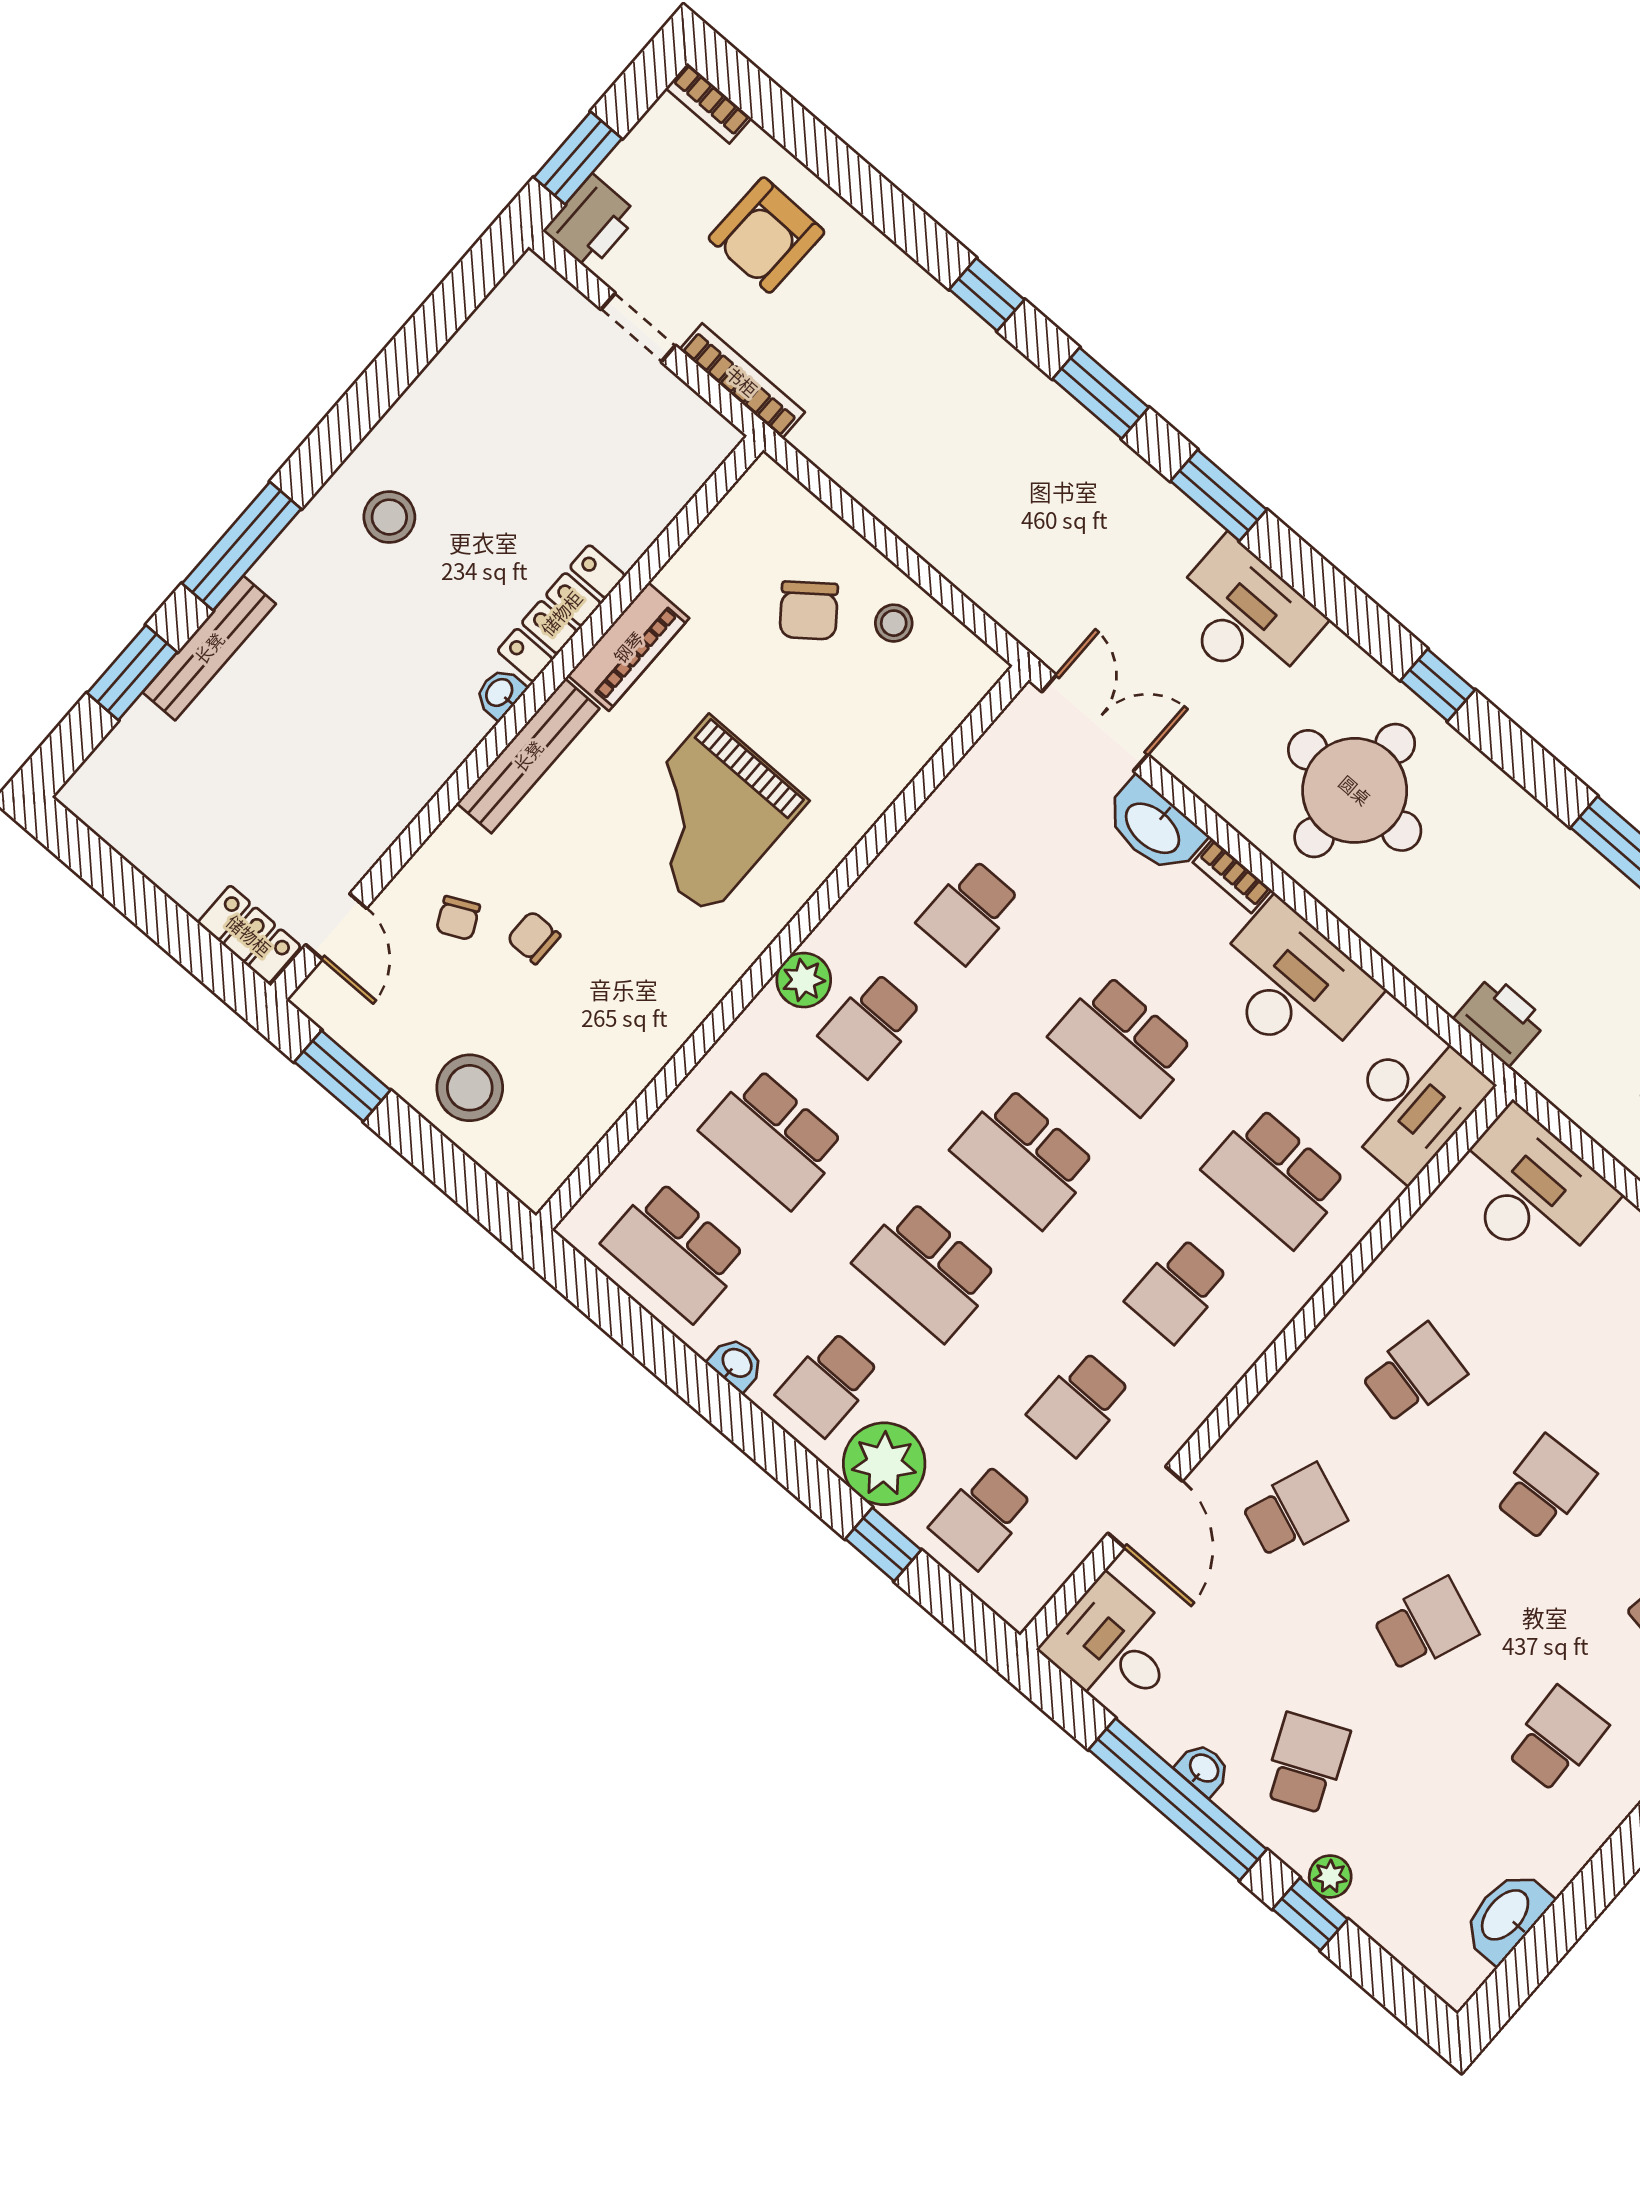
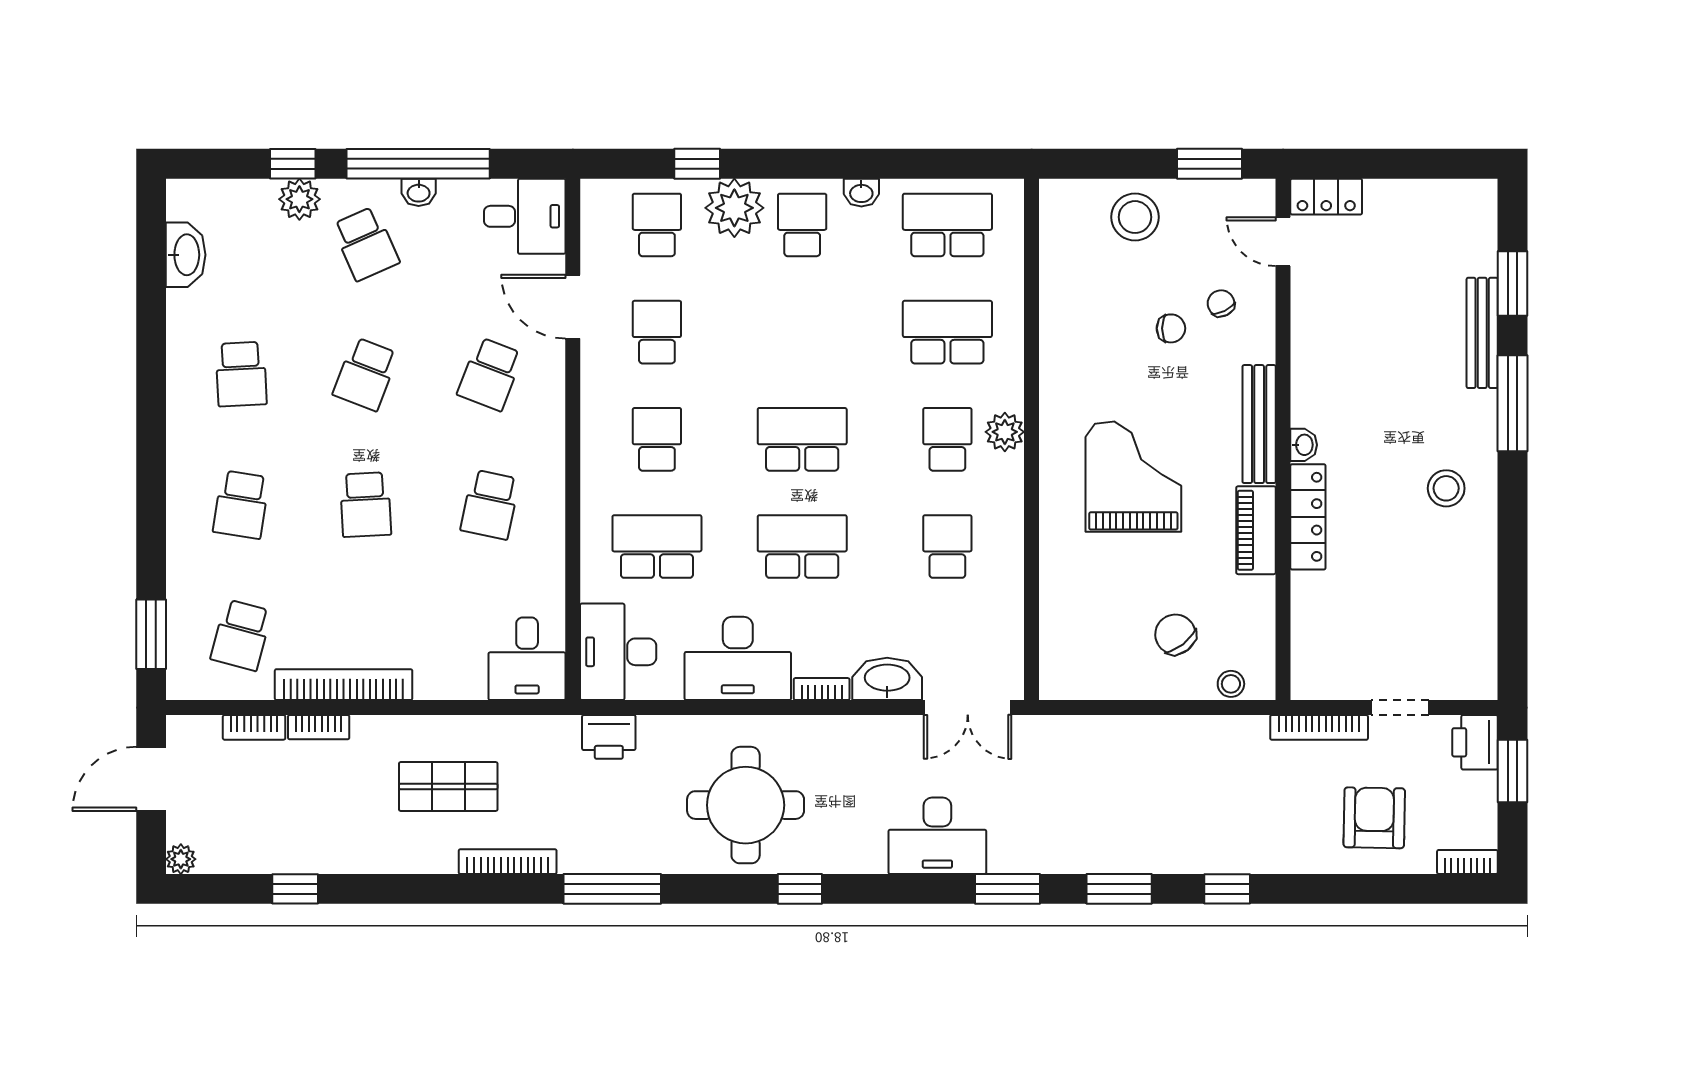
stool: (894, 623) -> (1231, 684), moved
round table: (1355, 790) -> (746, 805), moved
desk: (1530, 1190) -> (527, 659), width x0.73
school desk: (926, 1271) -> (802, 332), removed
plant: (1330, 1876) -> (299, 199), width x1.38, depth x1.38

